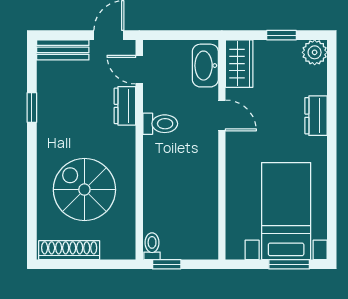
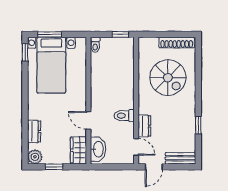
dresser: (316, 116) -> (34, 131), moved
window: (332, 233) -> (25, 52), added
toilet: (152, 246) -> (95, 45), moved

